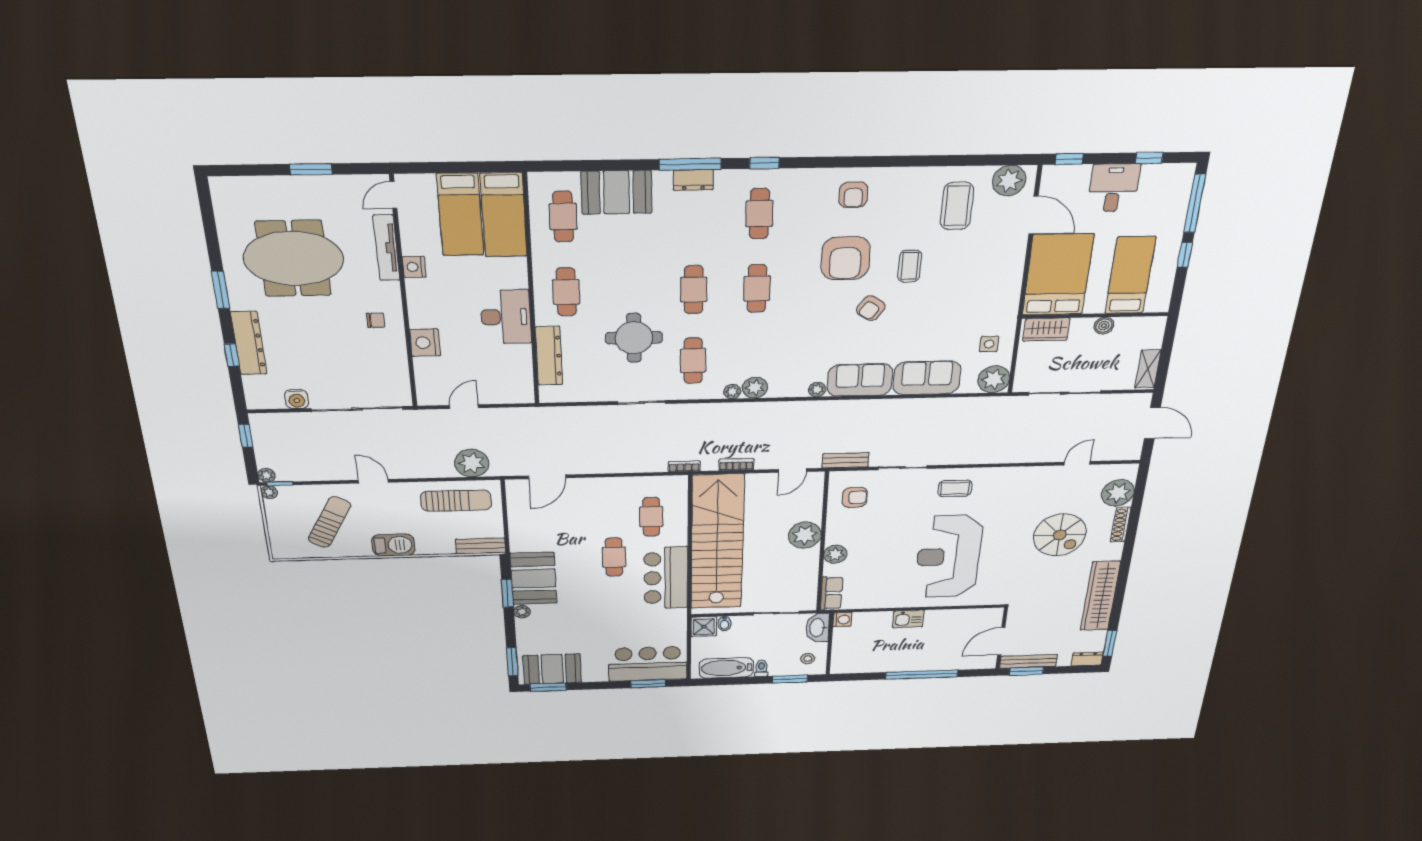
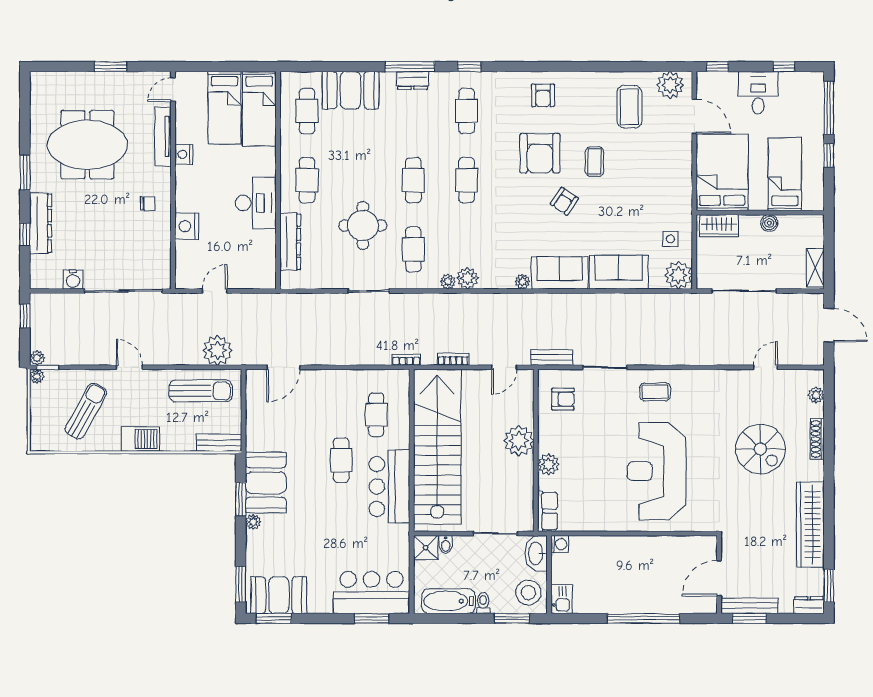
plant: (1118, 493) -> (816, 395), width x0.53, depth x0.53
kitchen sink: (908, 619) -> (562, 599), moved, turned -90
stool: (808, 659) -> (528, 592), width x1.89, depth x1.89

